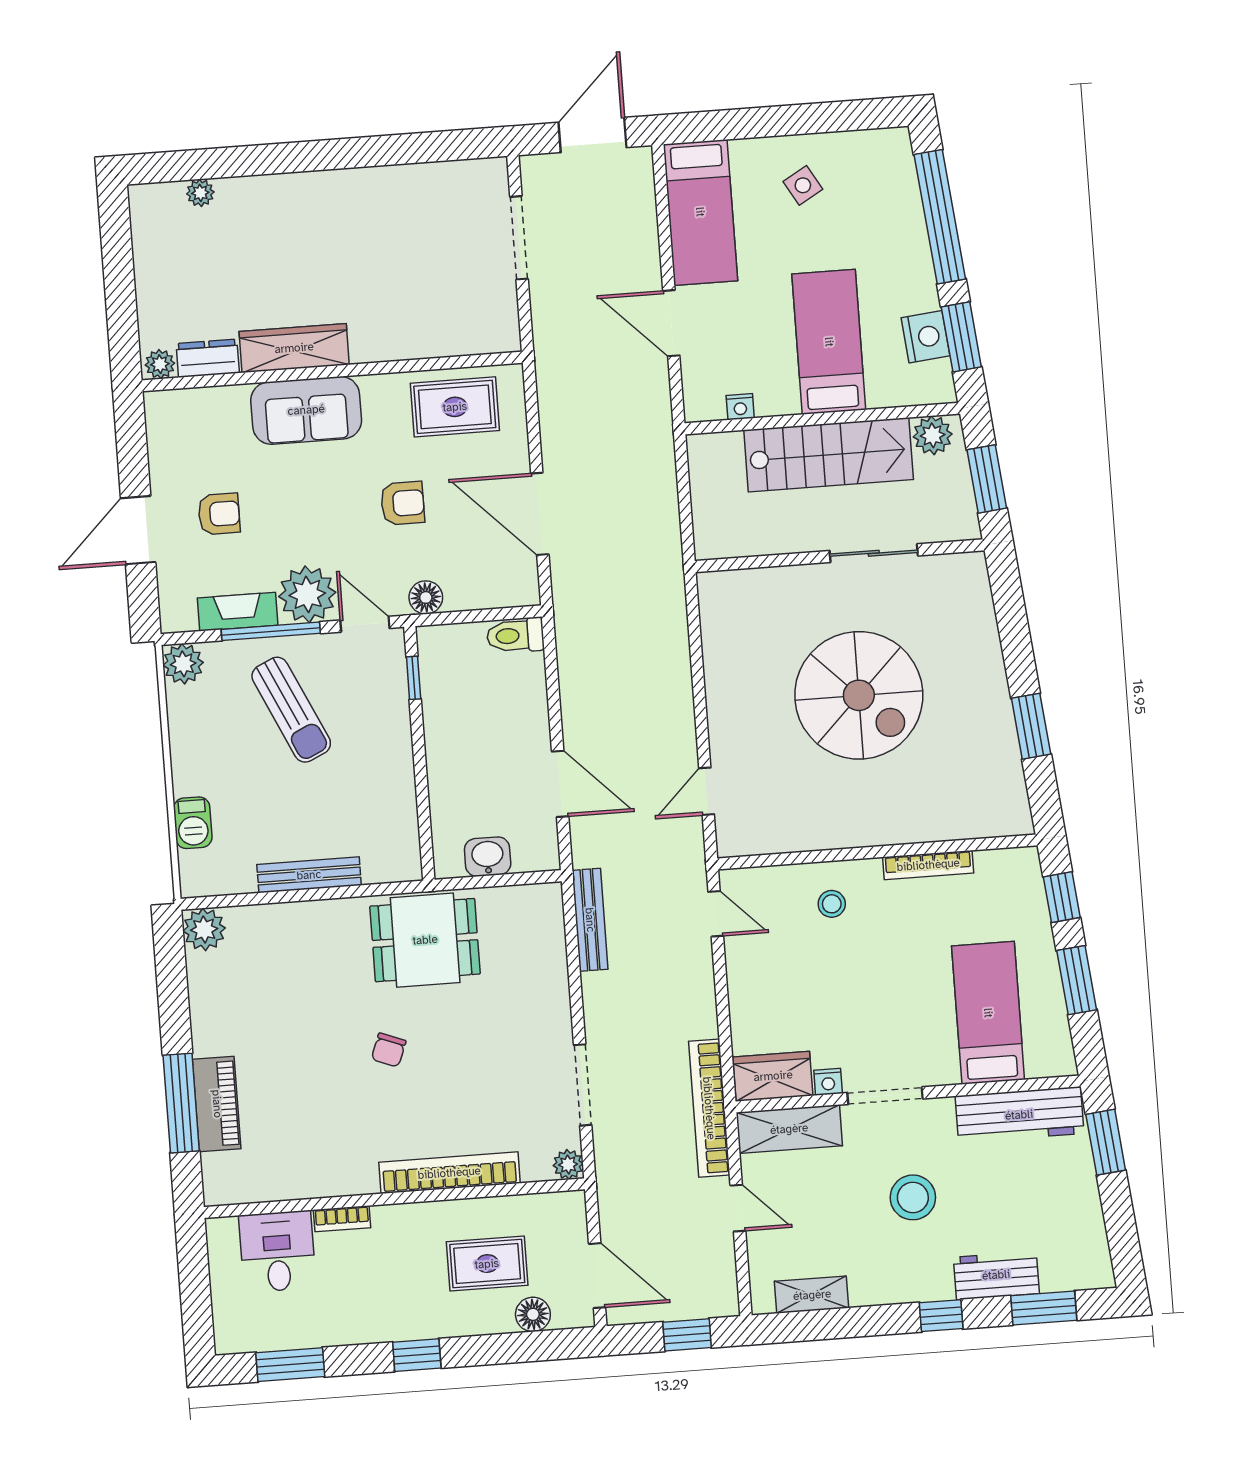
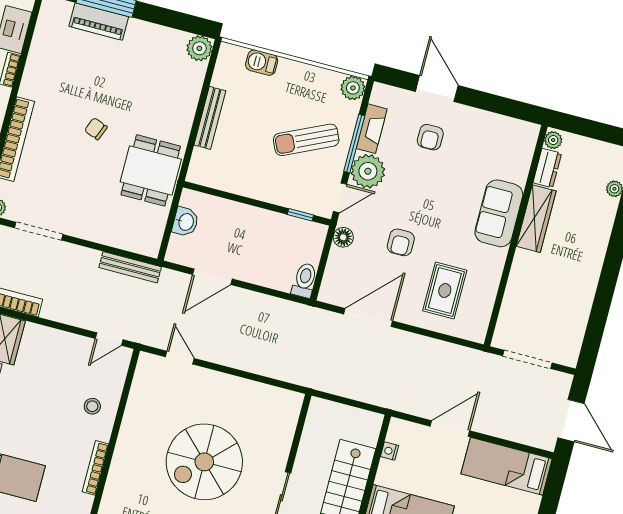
wardrobe: (294, 348) -> (536, 219), moved
dresser: (208, 358) -> (547, 168), moved
plant: (160, 364) -> (553, 140), moved
wall: (332, 371) -> (516, 236), moved
sofa: (306, 410) -> (499, 213), moved

